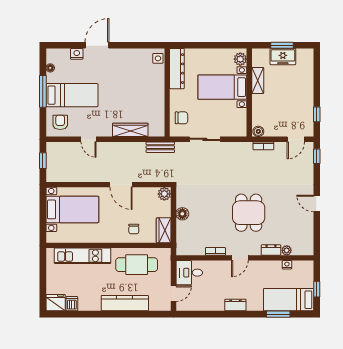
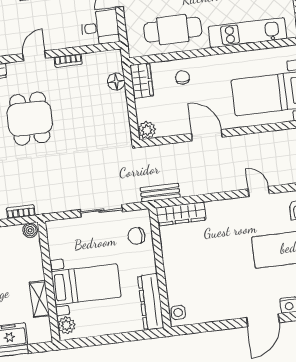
wardrobe: (130, 130) -> (181, 214), moved
floor lamp: (182, 214) -> (116, 82), moved

